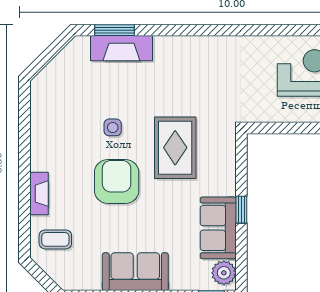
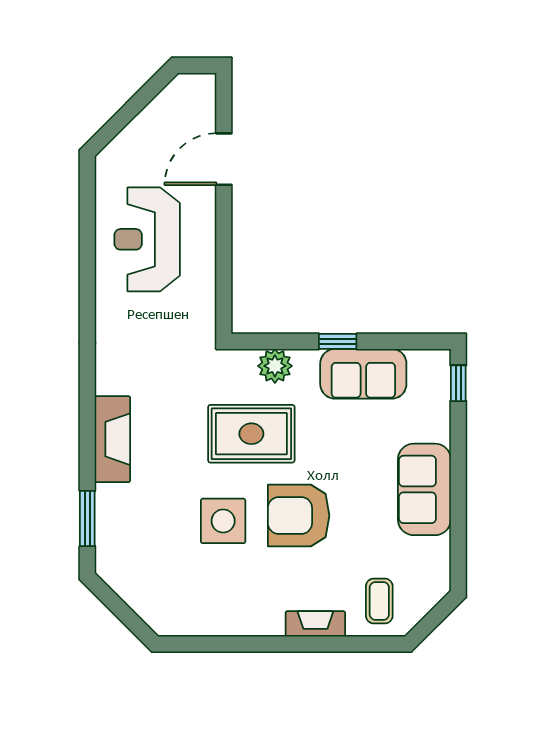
fireplace: (121, 48) -> (112, 439), moved
side table: (113, 127) -> (223, 521), width x1.87, depth x1.87
plant: (224, 273) -> (275, 366), moved

